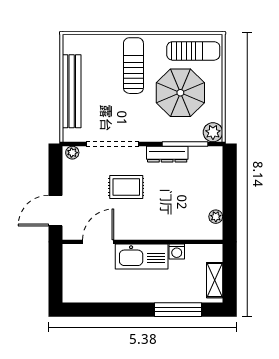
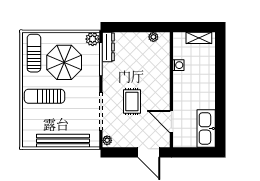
dresser: (167, 154) -> (108, 47), moved
kitchen sink: (142, 257) -> (206, 128), moved, turned 180
window: (178, 310) -> (220, 64), removed

